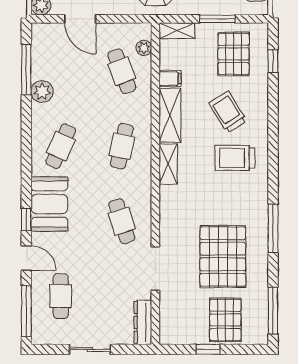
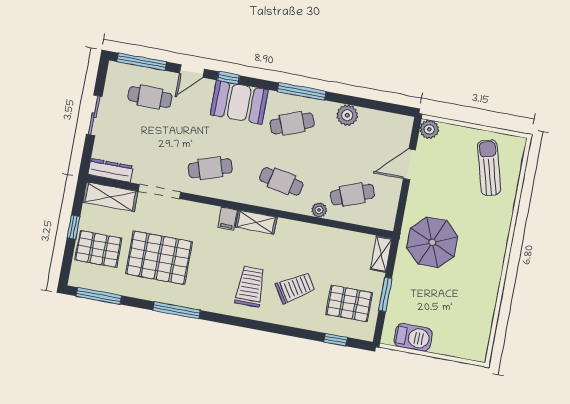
plant: (144, 48) -> (319, 210), moved
window: (26, 70) -> (302, 91), moved
filing cabinet: (170, 79) -> (228, 219), moved
shelving: (170, 115) -> (110, 197), moved
cafe table: (61, 146) -> (292, 123), turned -45

